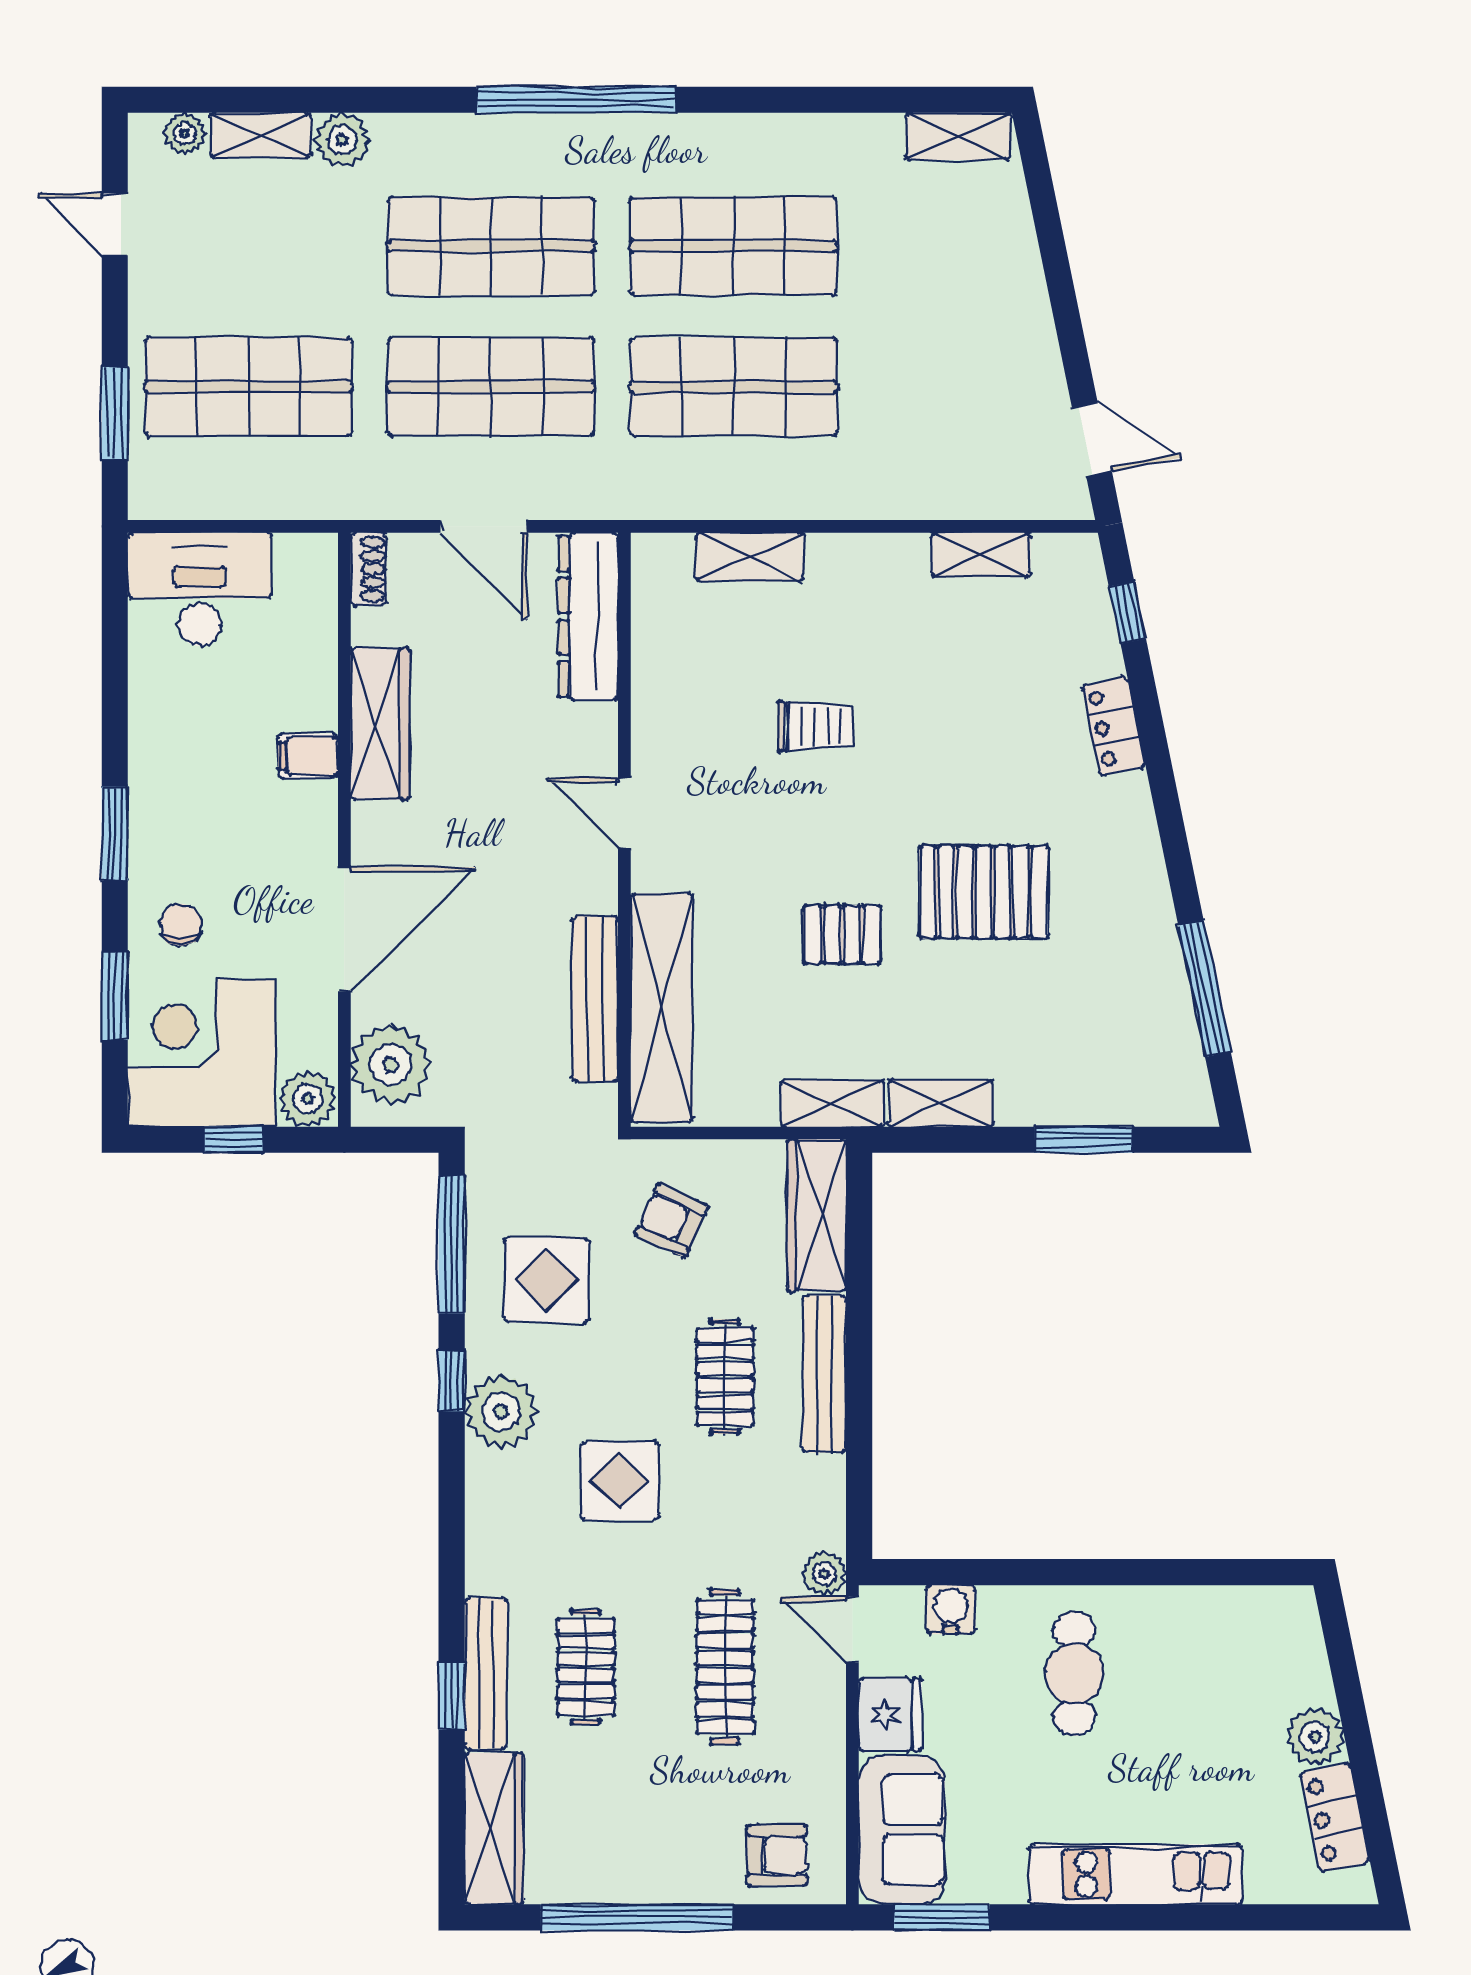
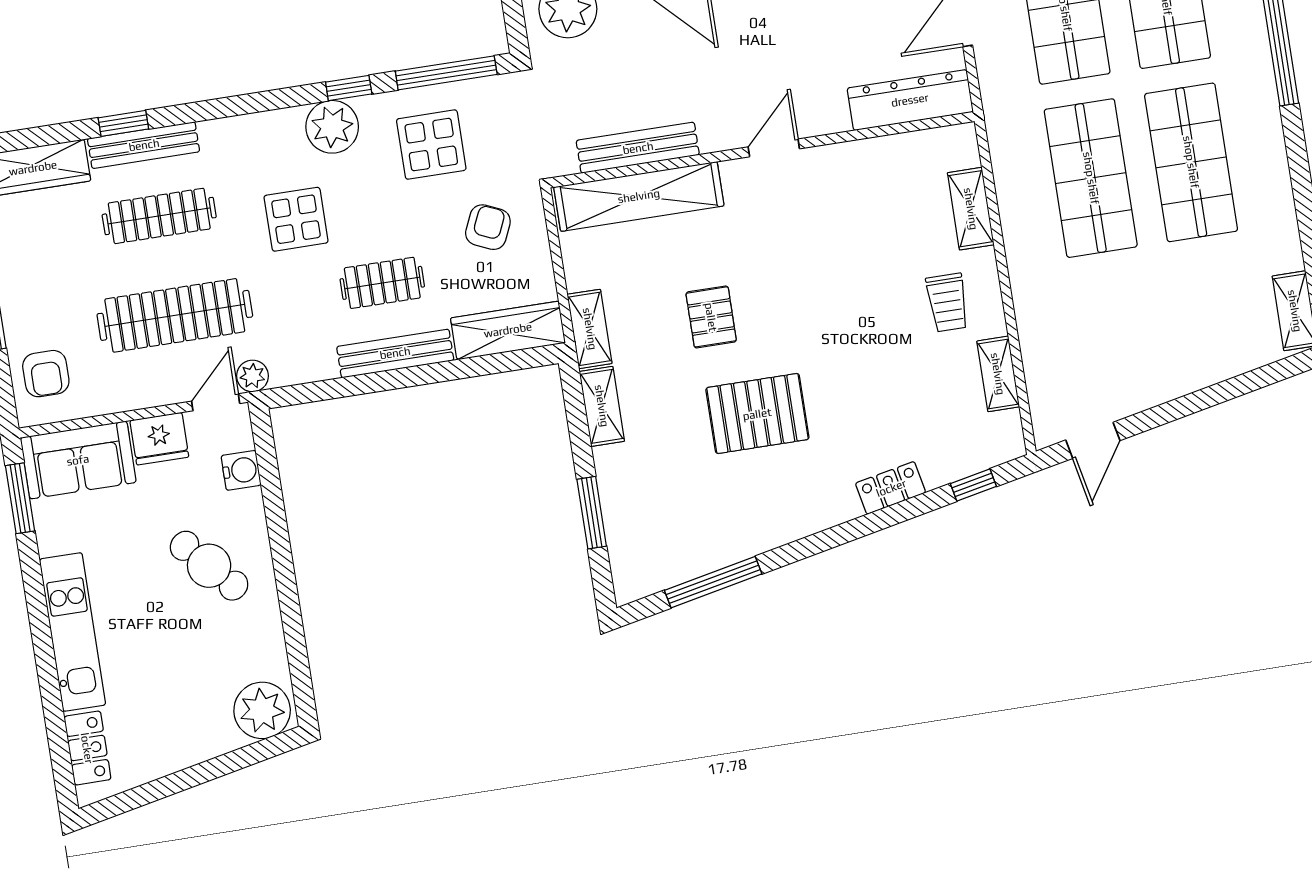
trolley: (816, 726) -> (947, 303), moved
pallet: (984, 892) -> (757, 414), turned 90
clothes rail: (586, 1667) -> (159, 216), width x1.36
clothes rail: (725, 1667) -> (175, 315), width x1.37, depth x1.31
cafe table: (1074, 1674) -> (209, 566), turned 48
plant: (1315, 1736) -> (262, 710), moved, width x1.36, depth x1.36
locker: (1335, 1818) -> (87, 748), moved, turned 102

